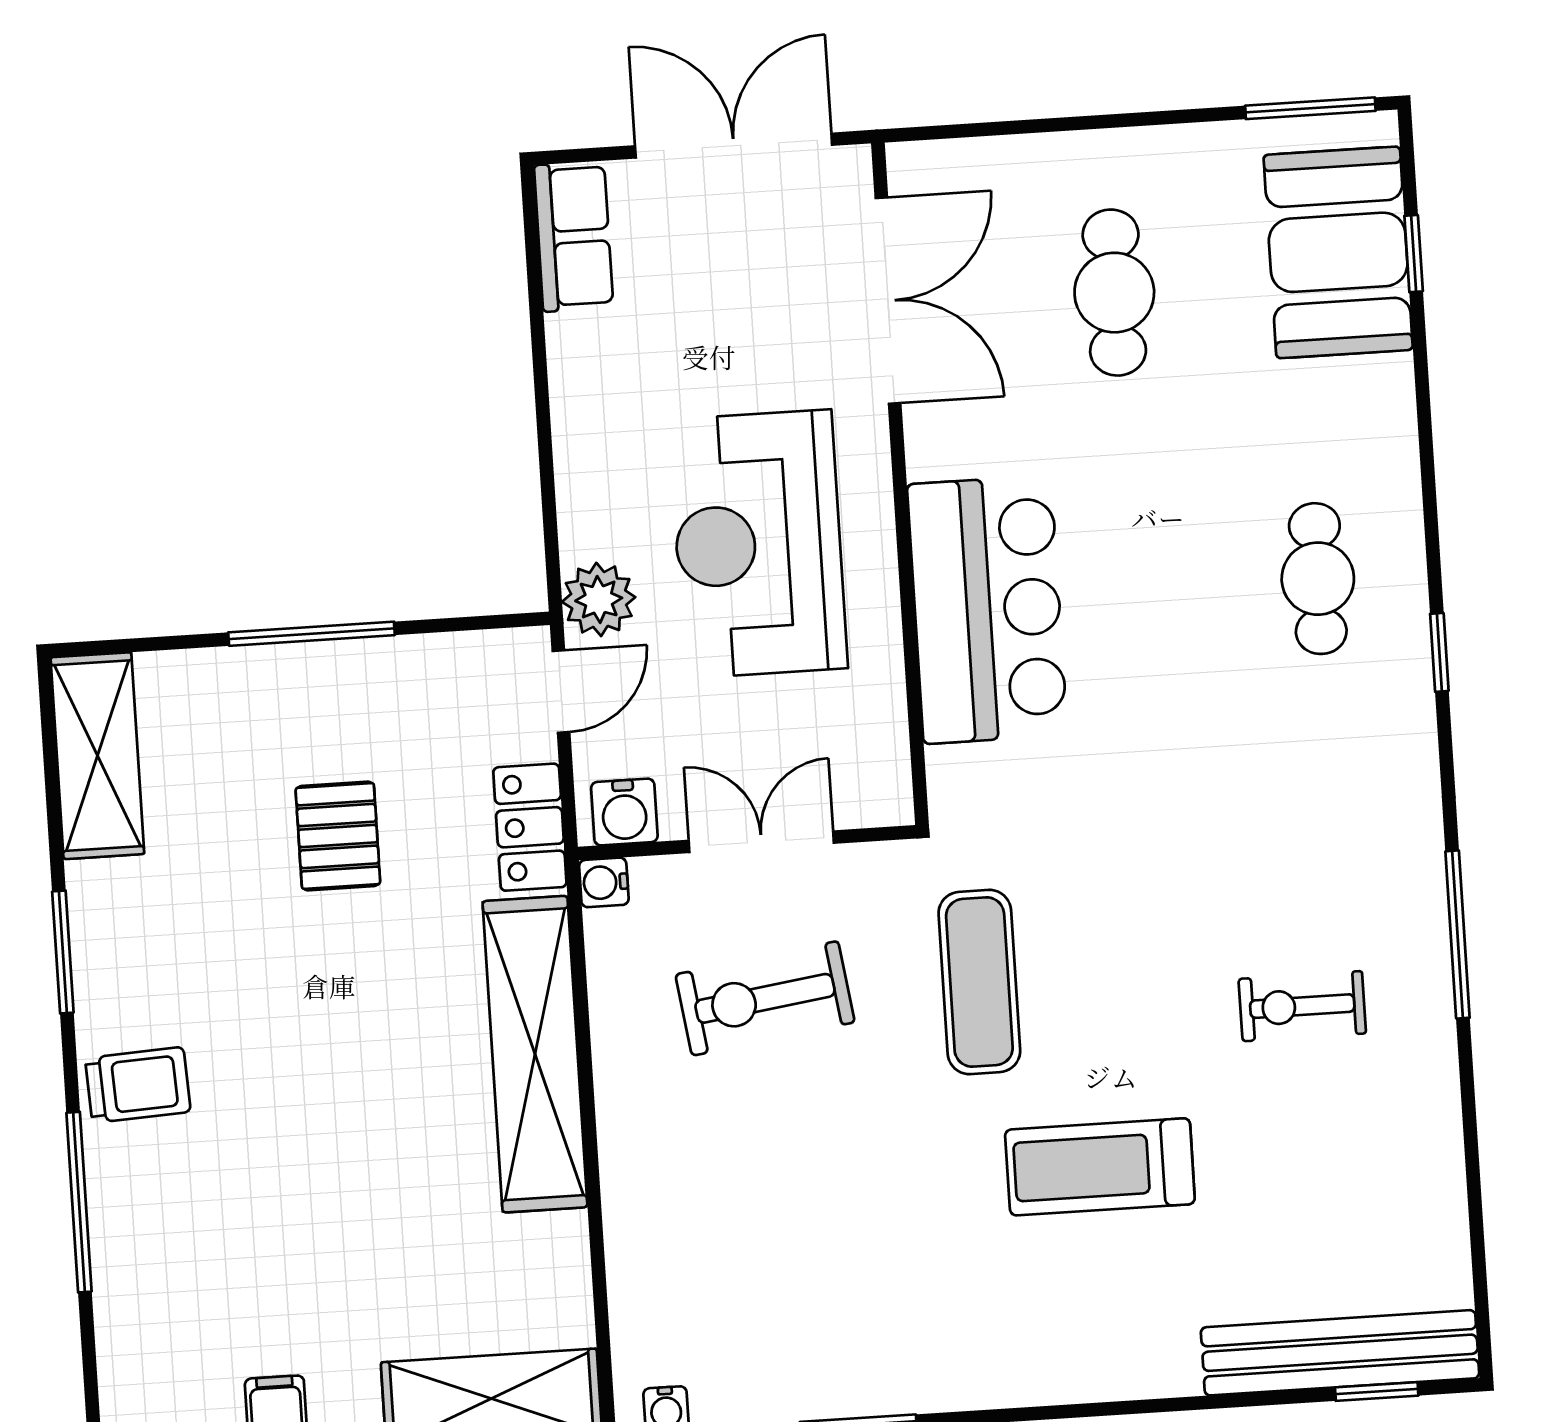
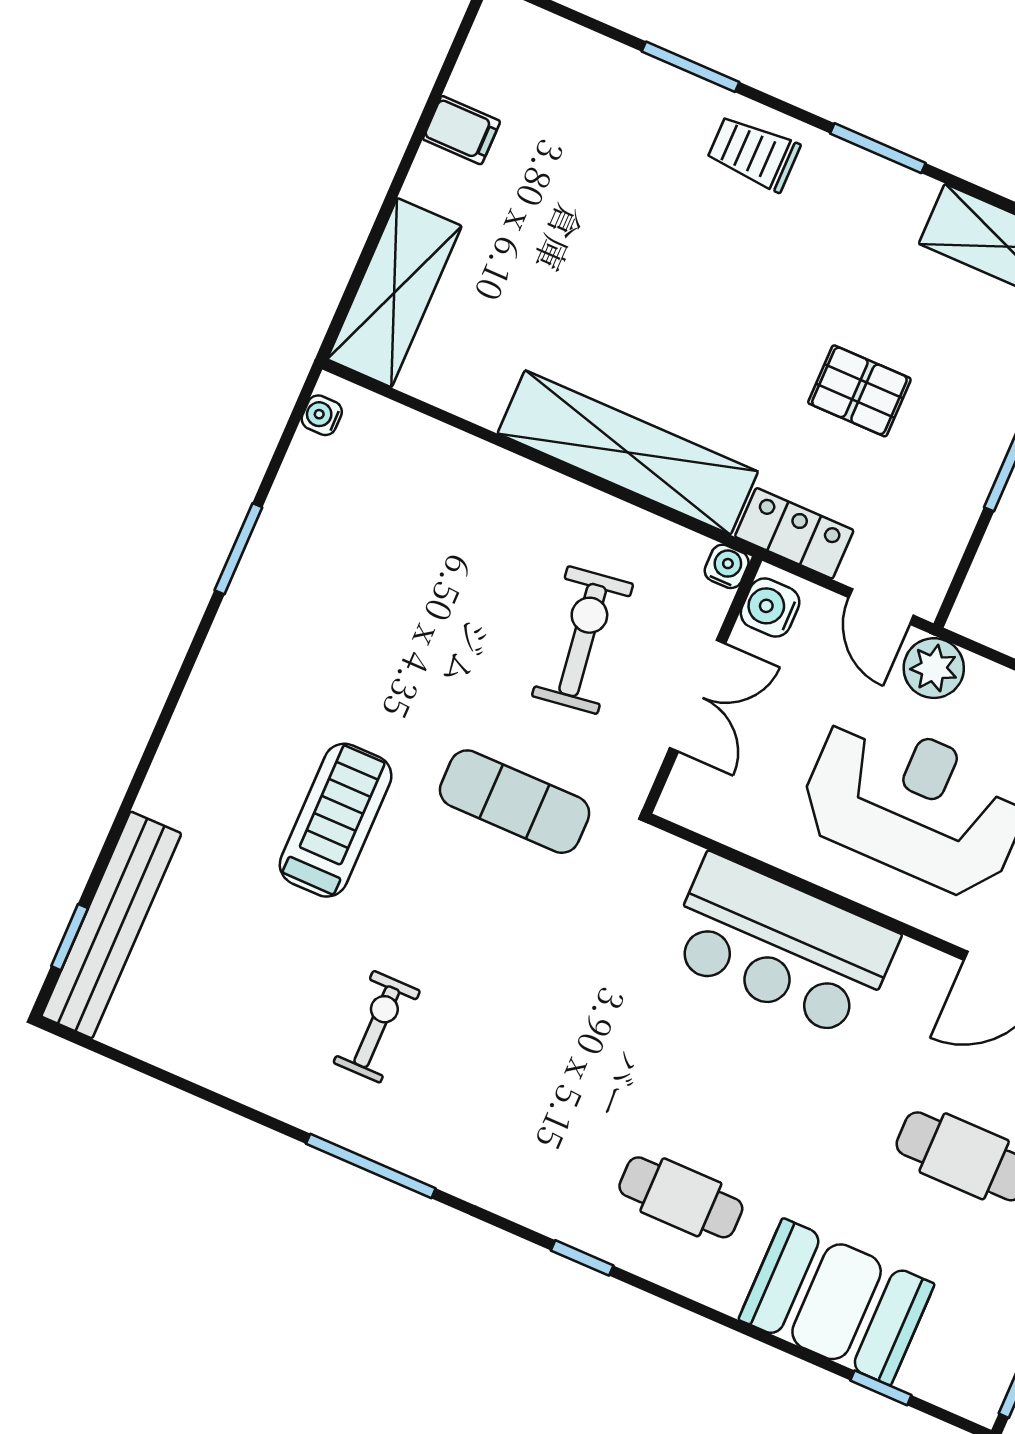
booth: (1338, 252) -> (837, 1302), moved
trolley: (138, 1085) -> (753, 153), turned 93
window: (79, 1202) -> (690, 67), width x0.69

